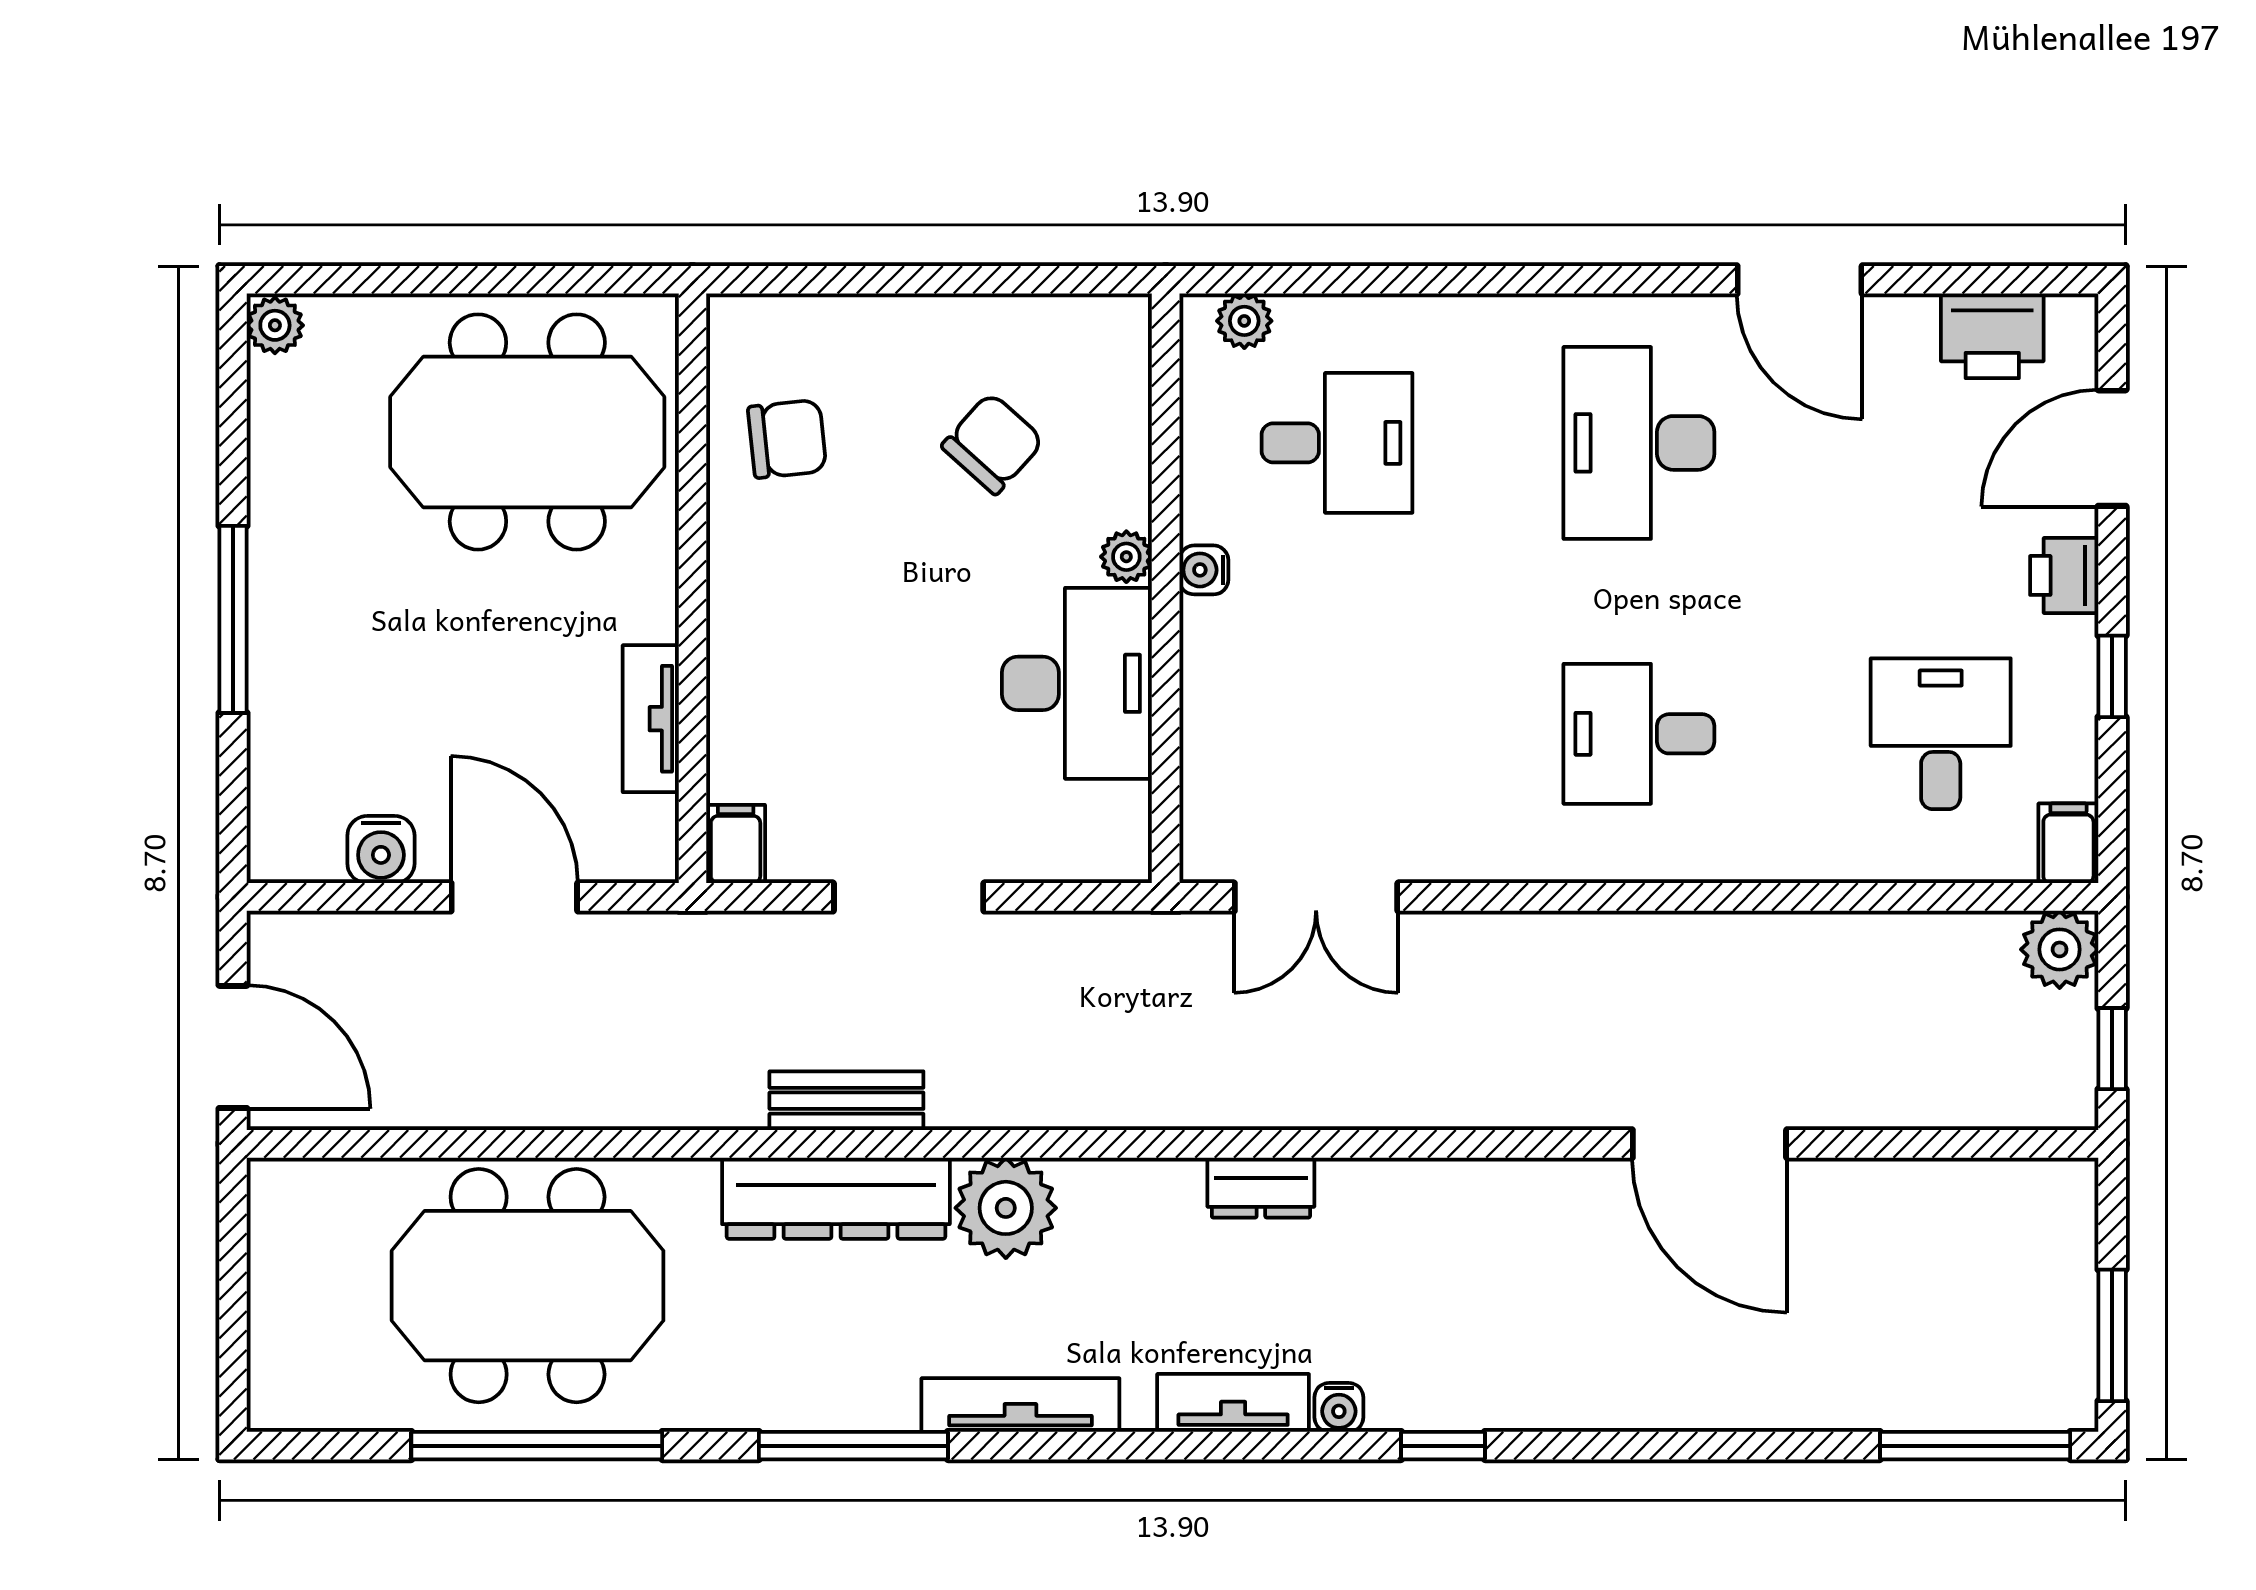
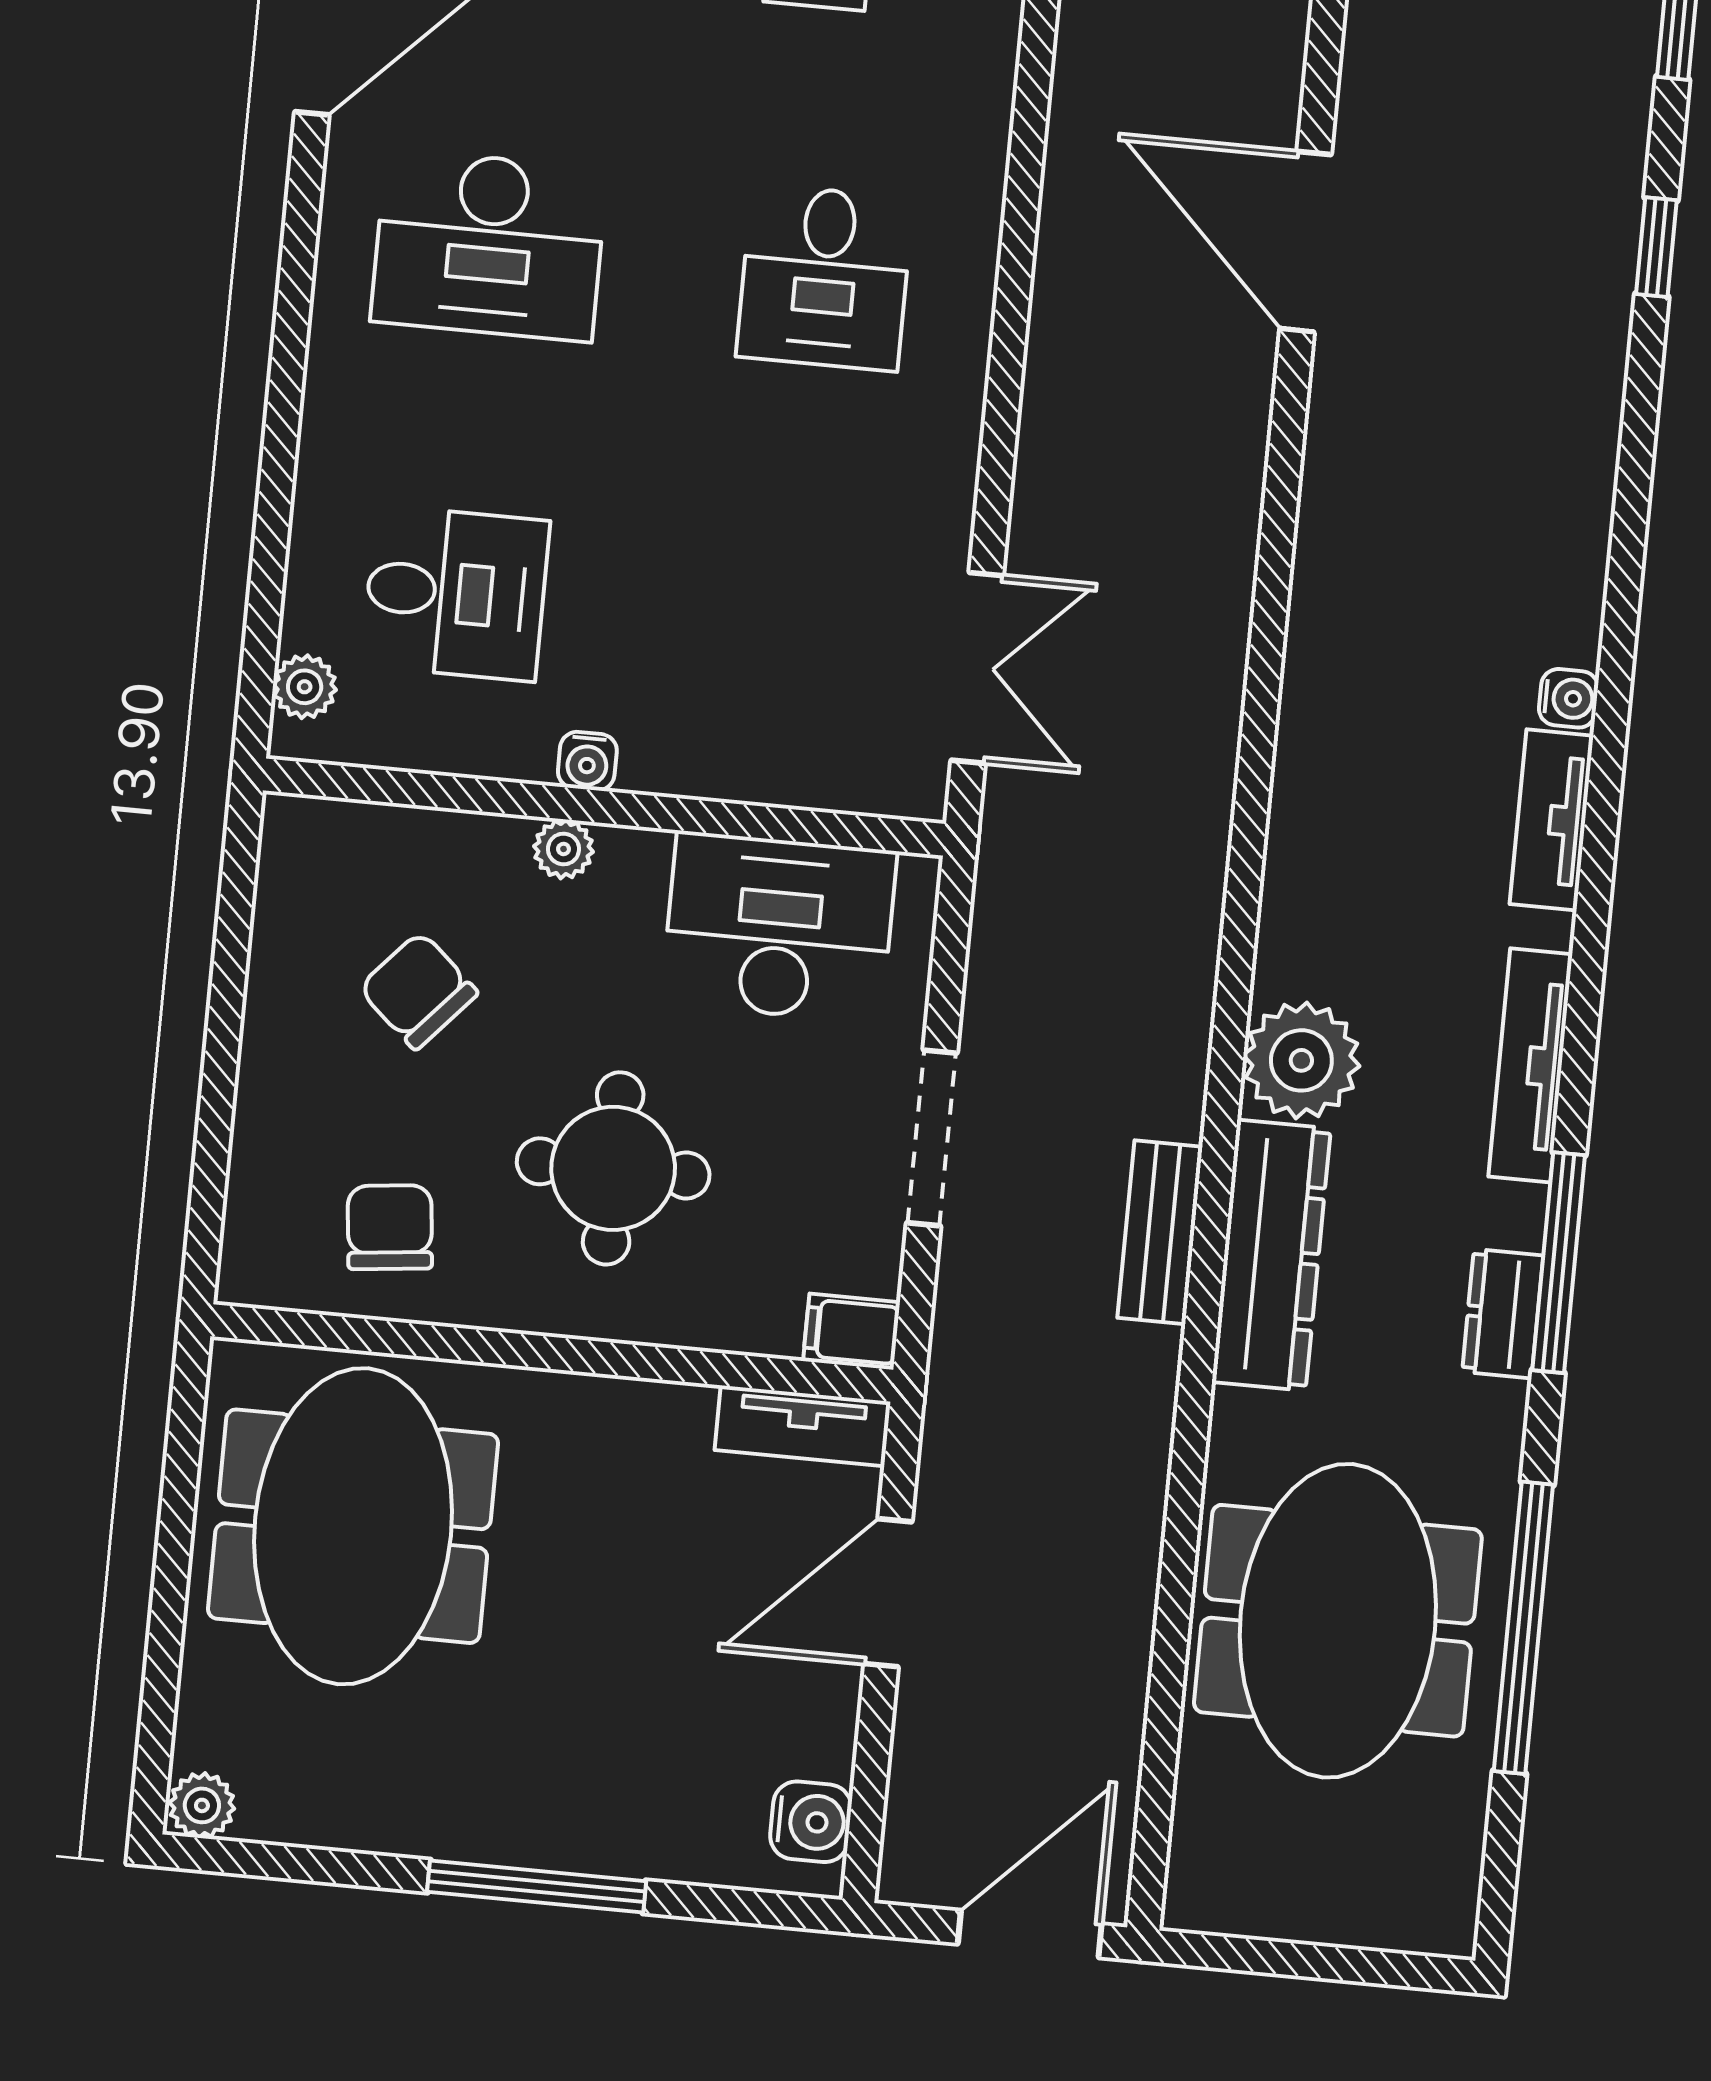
desk: (1337, 443) -> (456, 593), turned 90
round table: (856, 626) -> (613, 1168), added
desk: (1077, 683) -> (779, 927), moved
tv unit: (651, 719) -> (803, 1426), moved
water cooler: (381, 850) -> (811, 1822), moved
door: (1709, 1144) -> (1306, 242), swing flipped
dresser: (1261, 1188) -> (1503, 1314), moved, turned 180
window: (1443, 1446) -> (1656, 247), moved

